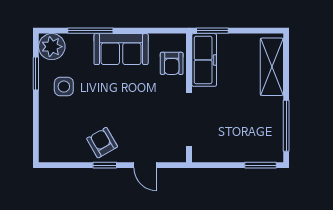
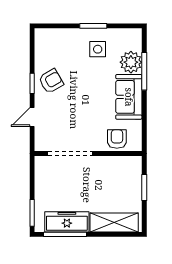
window: (212, 31) -> (144, 188), moved
plant: (52, 47) -> (131, 62), moved
freezer: (204, 60) -> (67, 222), moved, turned 180
armchair: (172, 63) -> (117, 139), turned 90
window: (36, 73) -> (93, 26), moved

